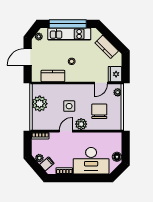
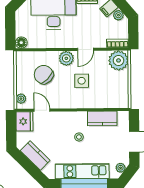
door: (101, 83) -> (42, 110), hinge flipped
plant: (40, 104) -> (119, 60), moved
chair: (99, 111) -> (44, 75), turned 135
floor lamp: (117, 157) -> (21, 43), moved

